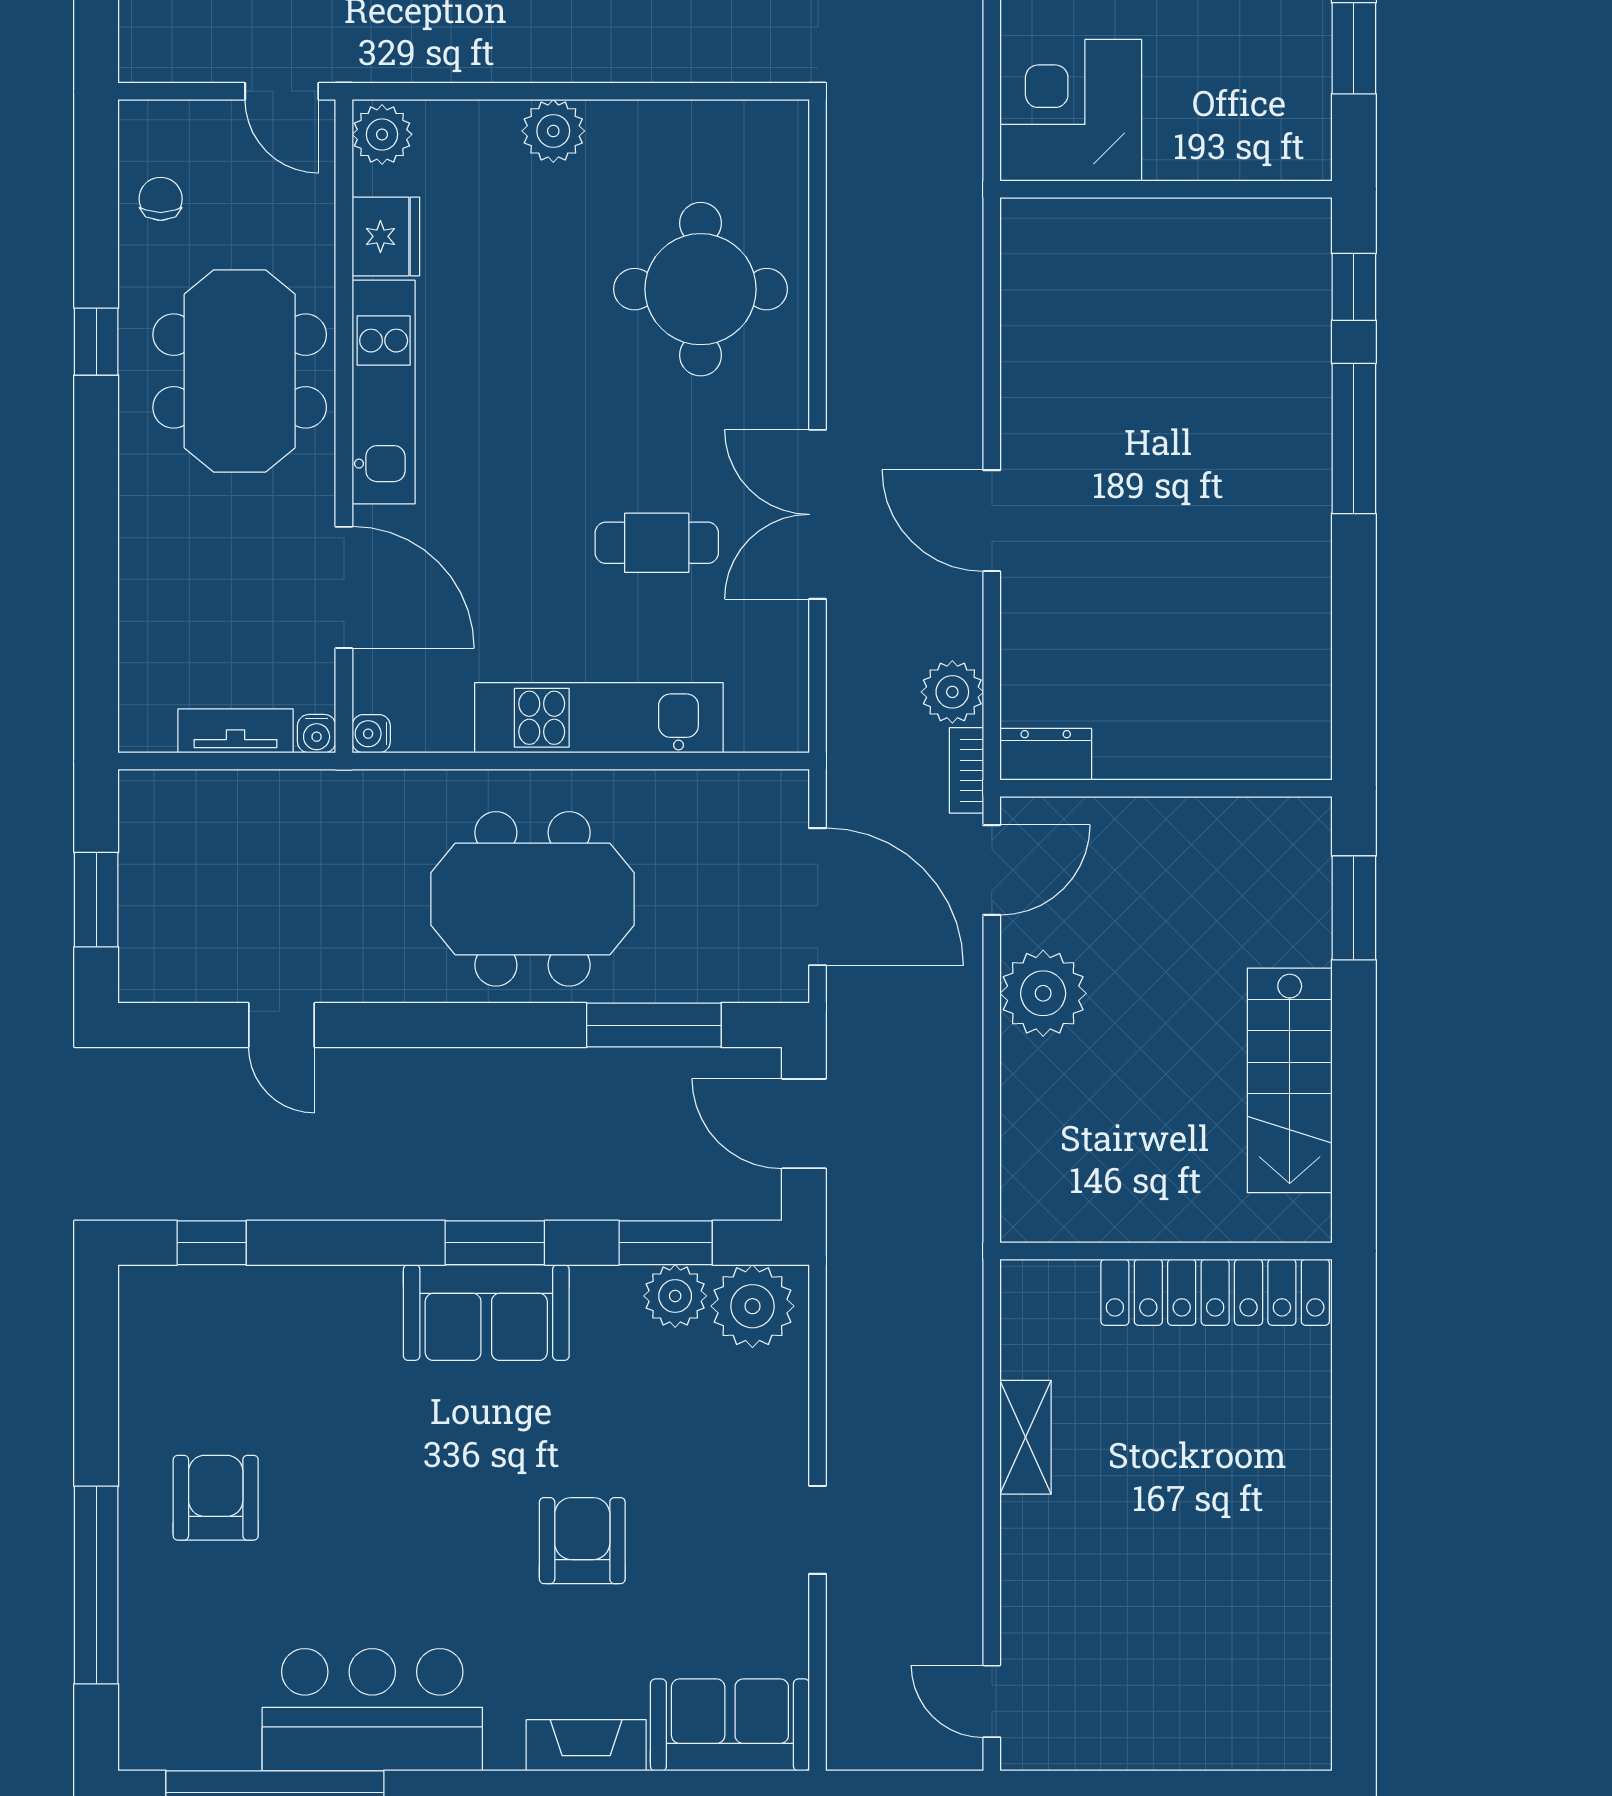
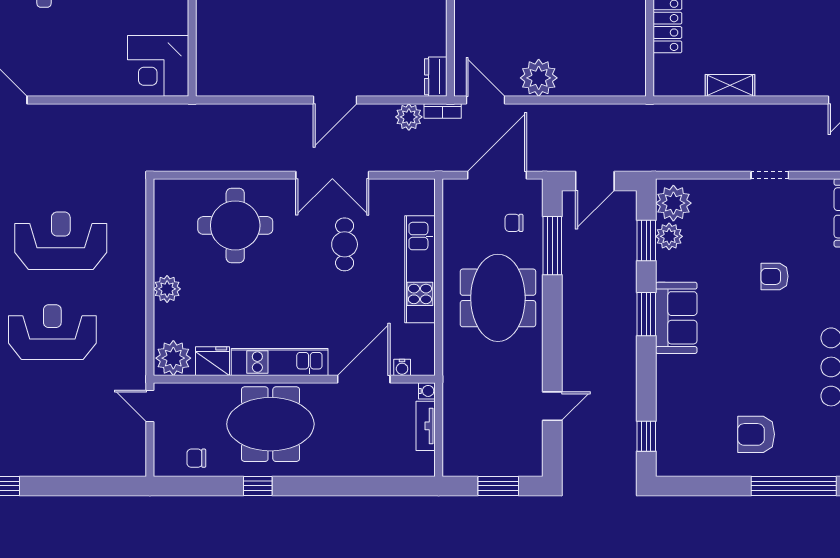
door: (282, 91) -> (150, 406), swing flipped
plant: (382, 134) -> (173, 358), width x1.36, depth x1.36
water cooler: (371, 734) -> (402, 367), moved
chair: (707, 936) -> (514, 223), added
armchair: (582, 1541) -> (775, 276), width x0.72, depth x0.72

